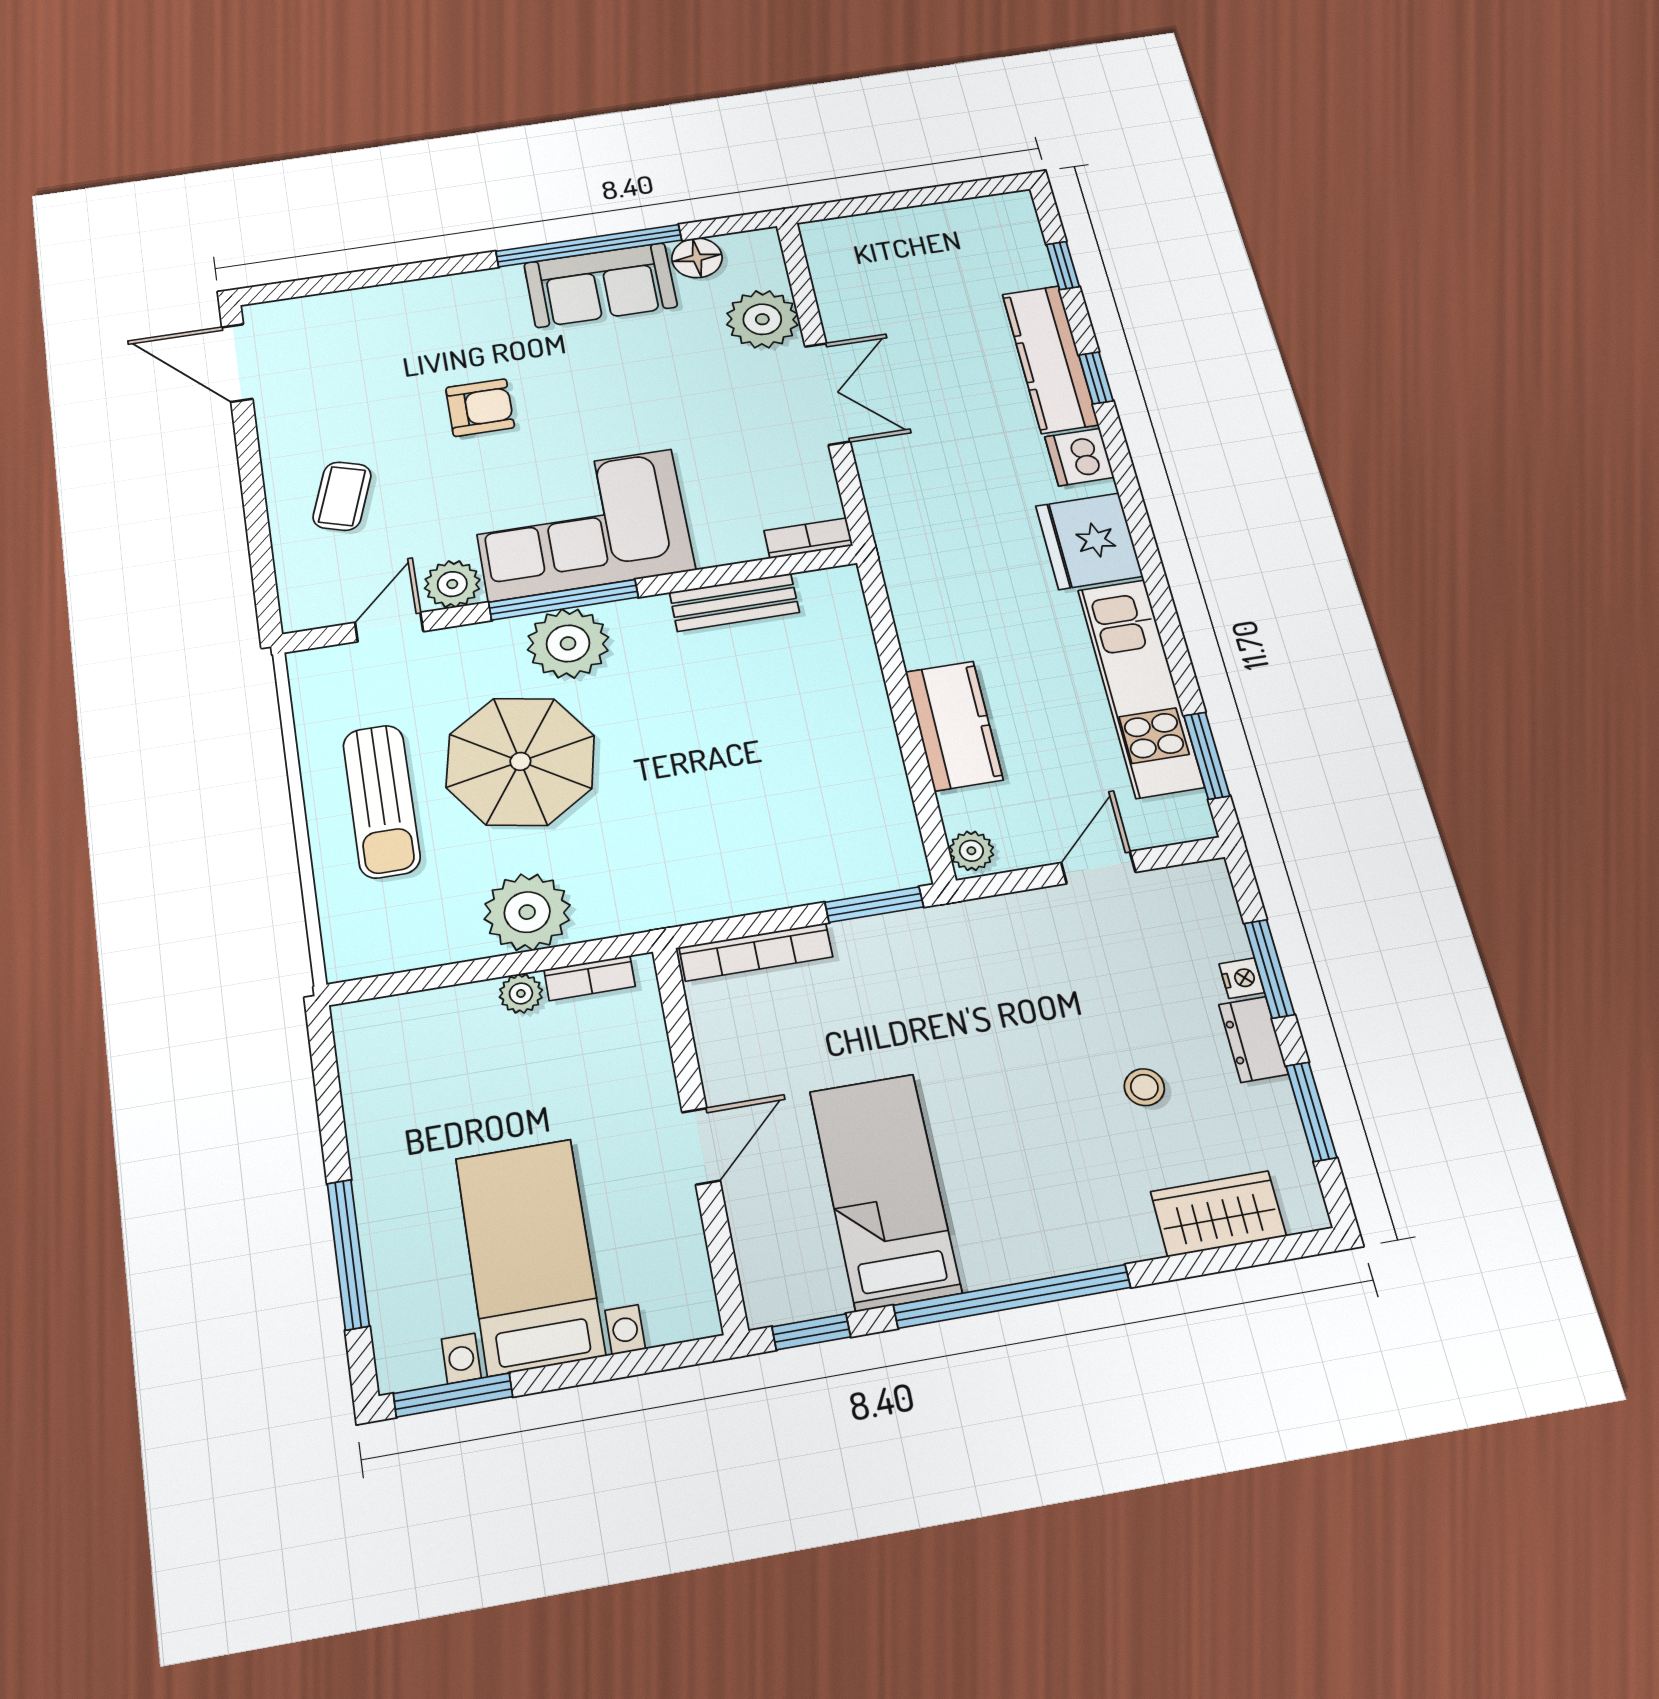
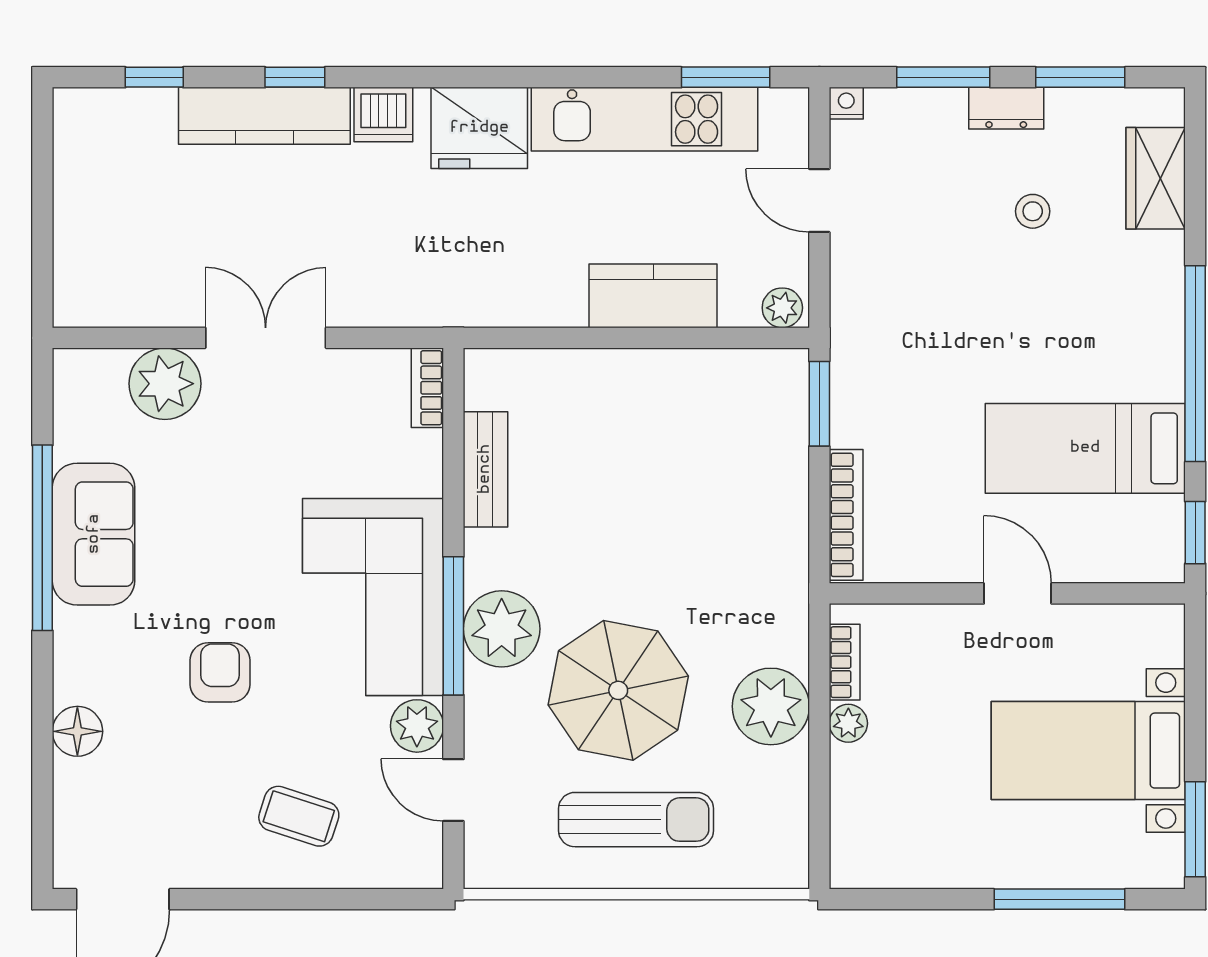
floor lamp: (697, 258) -> (77, 731), moved
nightstand: (1242, 978) -> (846, 103), moved

